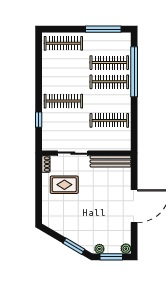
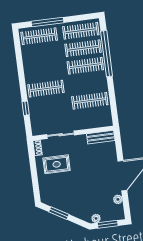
window: (103, 29) -> (48, 22), moved
clothes rail: (109, 43) -> (81, 31), added
bench: (111, 161) -> (101, 137), width x0.73
window: (74, 246) -> (59, 213), moved
plant: (126, 249) -> (118, 199), moved

